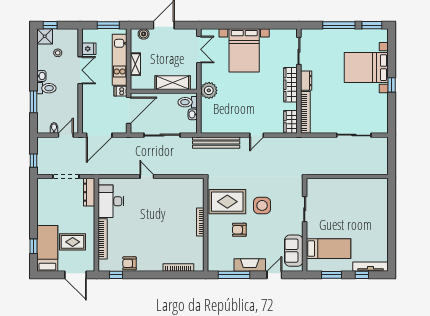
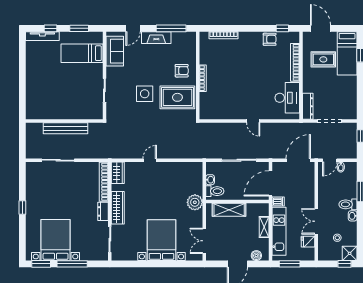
bed with nightstands: (366, 68) -> (56, 240), moved, turned -90
bench: (216, 143) -> (66, 128), moved
armchair: (239, 230) -> (182, 71), moved

